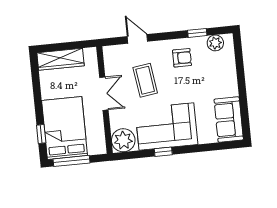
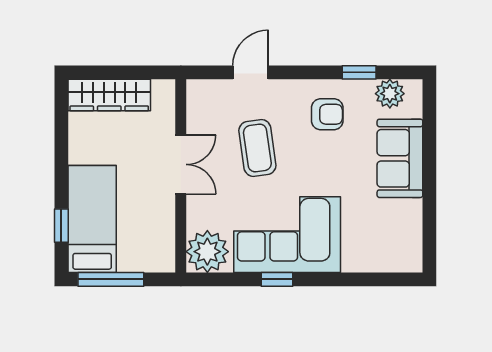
door: (137, 39) -> (251, 72), hinge flipped
sofa: (229, 120) -> (400, 158), moved
bed: (65, 128) -> (92, 219), width x0.67

